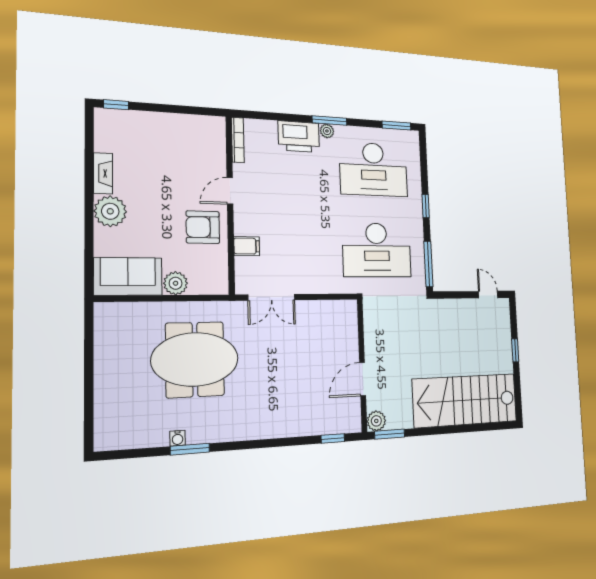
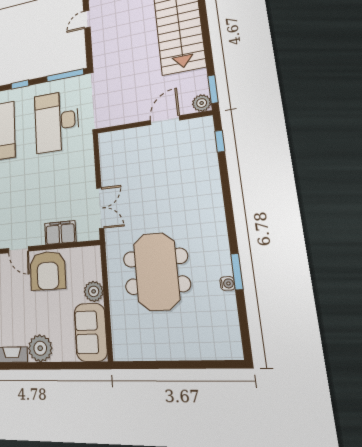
armchair: (203, 227) -> (48, 271), width x1.36, depth x1.36
filing cabinet: (247, 246) -> (60, 233), width x2.00
desk: (377, 250) -> (57, 121), turned 180
door: (363, 379) -> (165, 120), swing flipped

